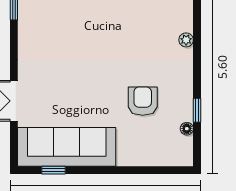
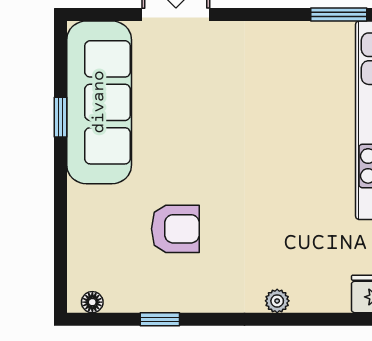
floor lamp: (187, 129) -> (92, 302), moved
window: (53, 170) -> (60, 117), moved

